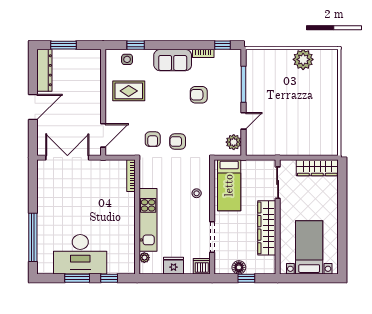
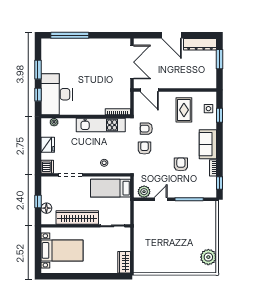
plant: (303, 59) -> (208, 257), moved
door: (243, 121) -> (161, 199), swing flipped
wardrobe: (317, 168) -> (124, 262), width x0.67
kitchen unit: (148, 220) -> (101, 125), moved
desk: (80, 254) -> (57, 94), moved
floor lamp: (239, 267) -> (46, 208), moved

